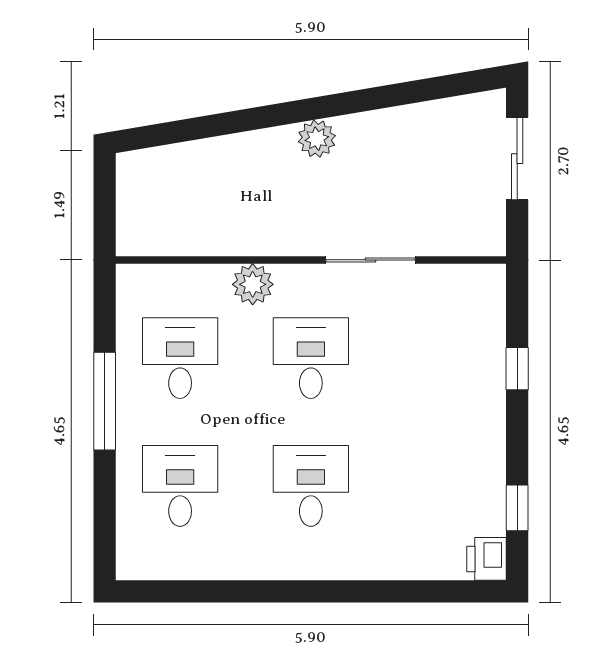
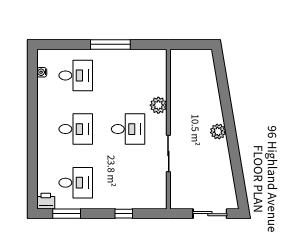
desk: (180, 358) -> (76, 183), moved
window: (517, 508) -> (67, 214), width x1.50
water cooler: (172, 568) -> (42, 72), added

